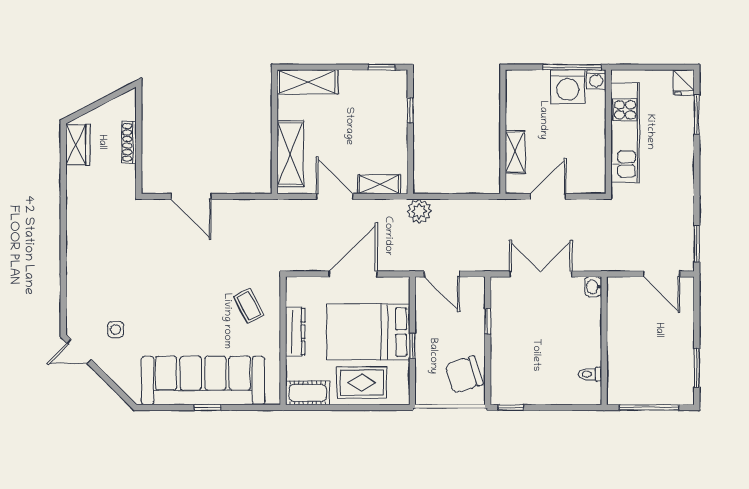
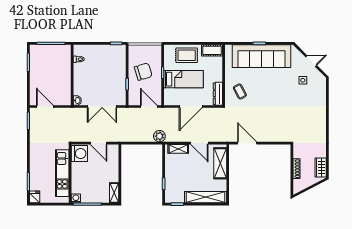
shelving: (307, 82) -> (206, 197), width x1.47
washing machine: (568, 87) -> (79, 154), moved, turned 90
shelving: (515, 152) -> (114, 193), moved
door: (191, 196) -> (247, 143), moved
door: (548, 196) -> (99, 143), hinge flipped
dresser: (295, 332) -> (218, 94), moved
bed: (368, 332) -> (183, 79), width x0.67
door: (79, 351) -> (311, 61), moved
chair: (464, 375) -> (143, 72), moved

